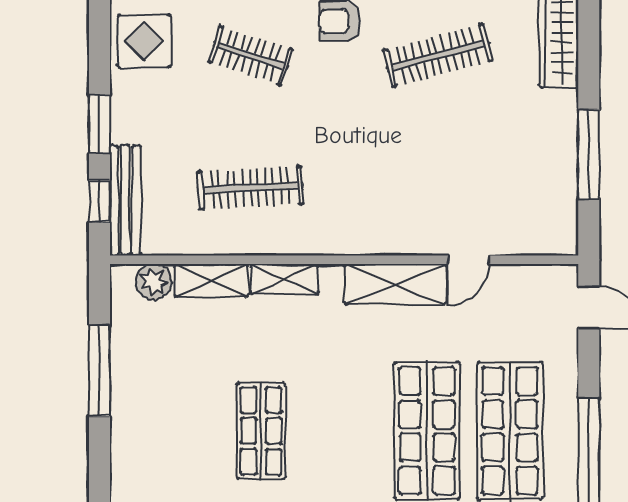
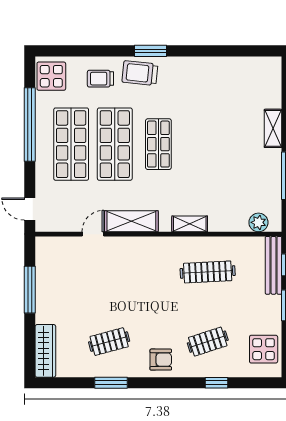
clothes rail: (250, 55) -> (208, 342), turned -36
clothes rail: (438, 55) -> (109, 342), width x0.73
shelving: (211, 280) -> (273, 128), moved, turned 90
shop shelf: (261, 431) -> (158, 144), moved

